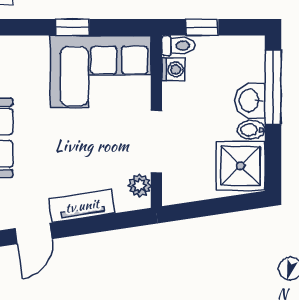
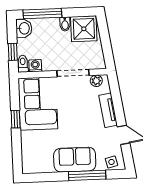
washbasin: (250, 101) -> (24, 28), moved, turned -90

